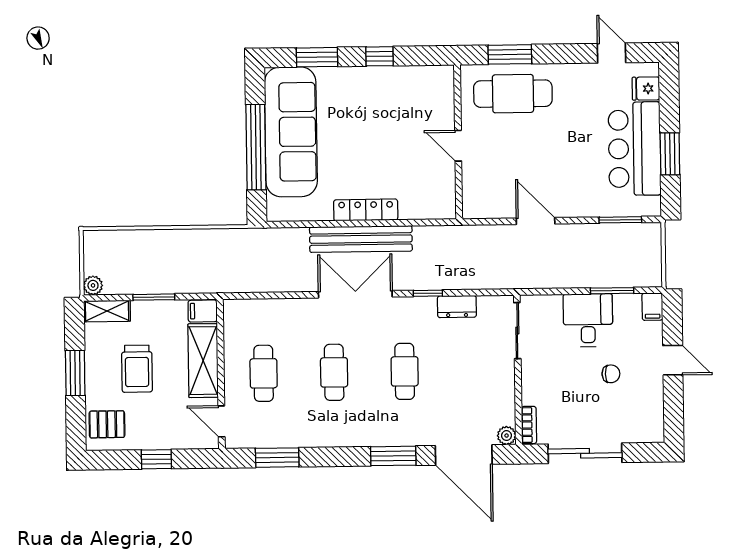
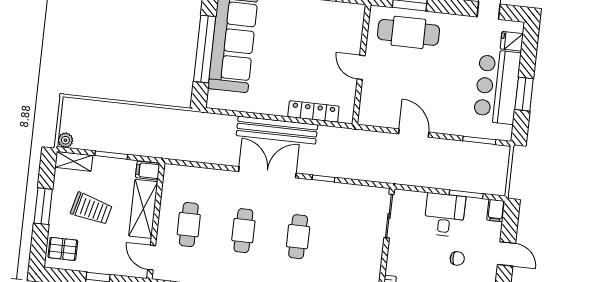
locker: (366, 210) -> (313, 111), moved
dresser: (457, 307) -> (345, 192), removed
trolley: (137, 369) -> (91, 209), turned -76

